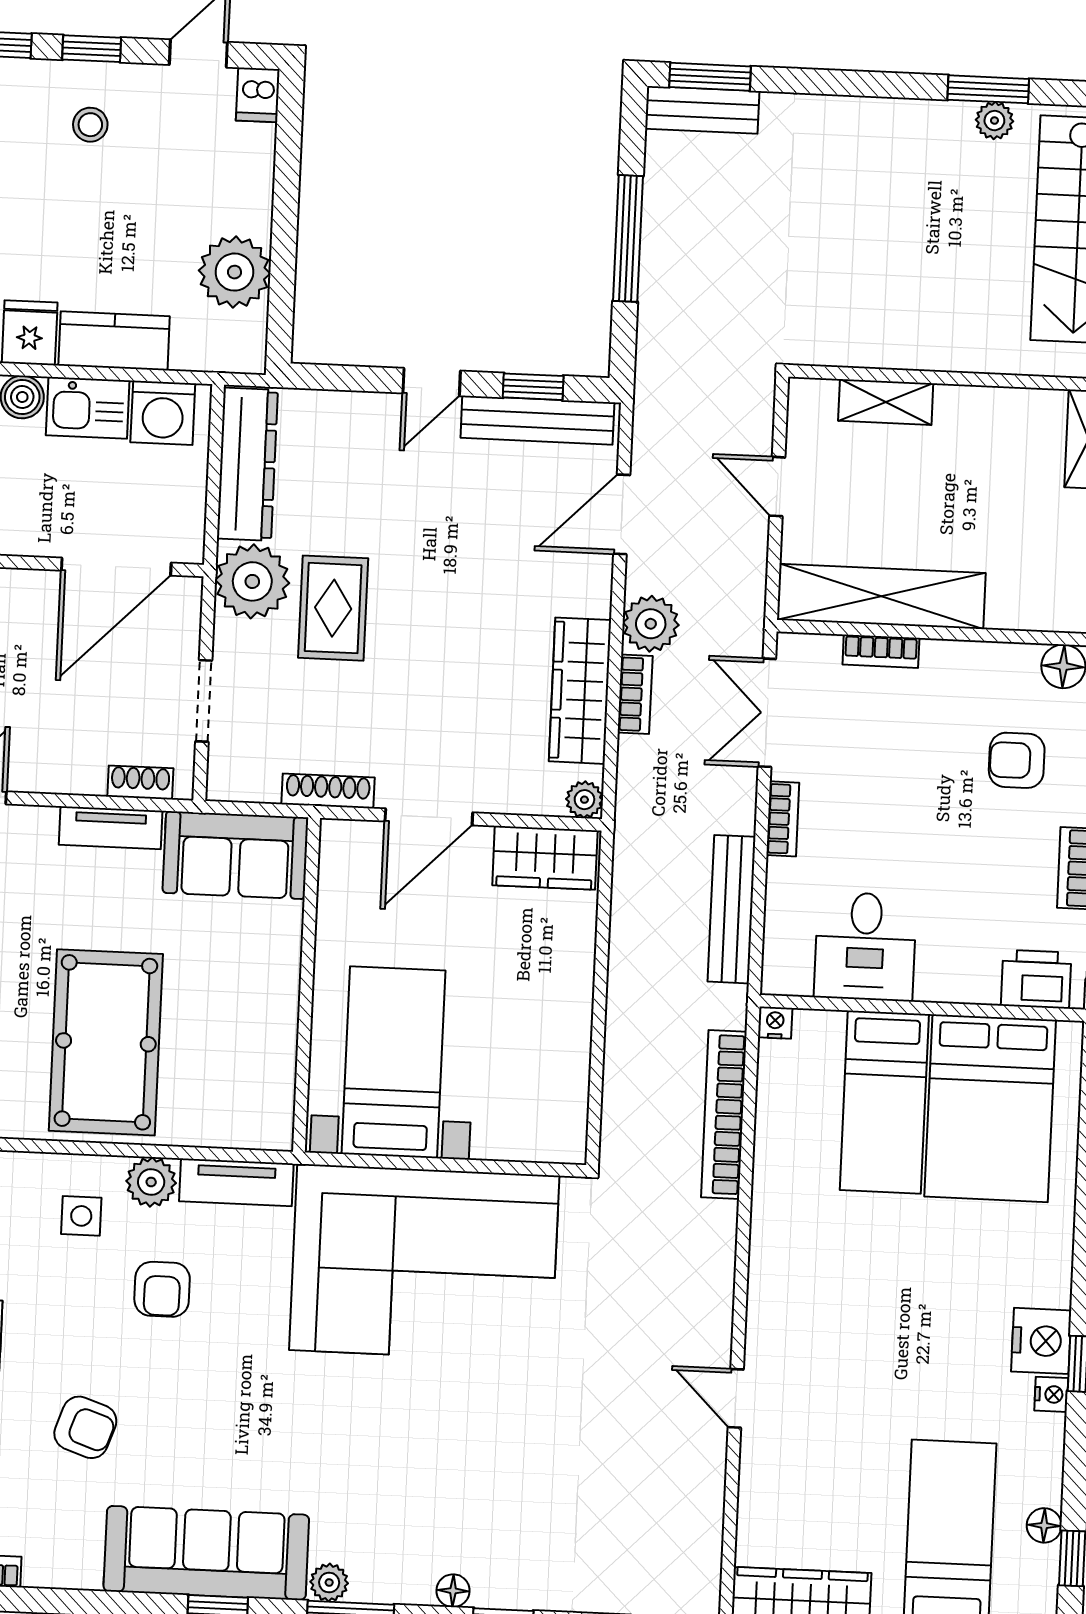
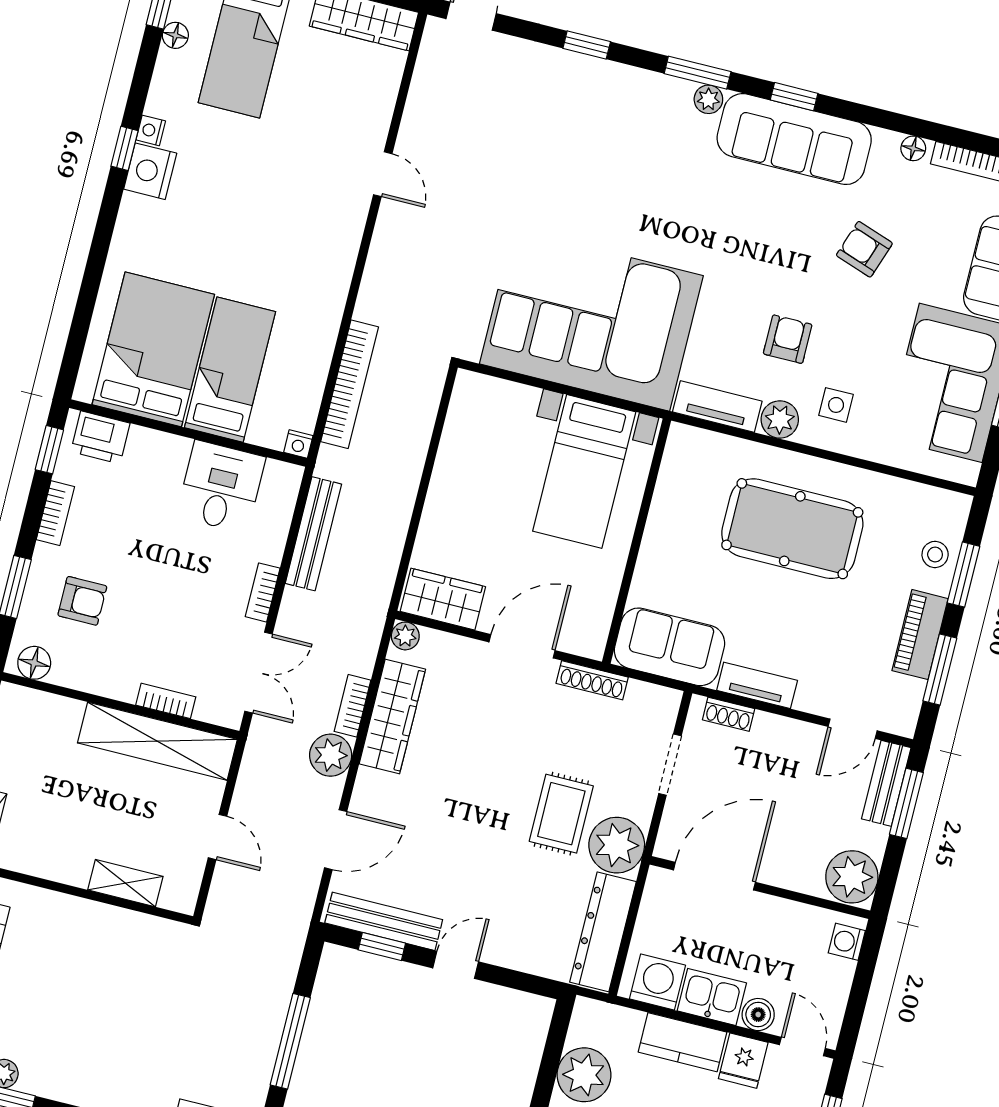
pool table: (106, 1042) -> (792, 529), turned 90
floor lamp: (453, 1591) -> (913, 148), moved

